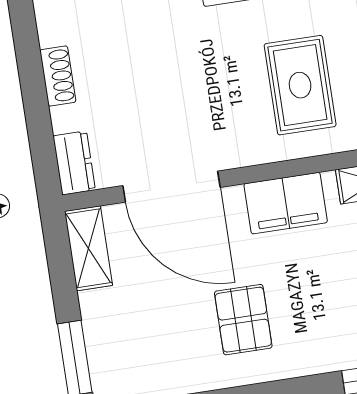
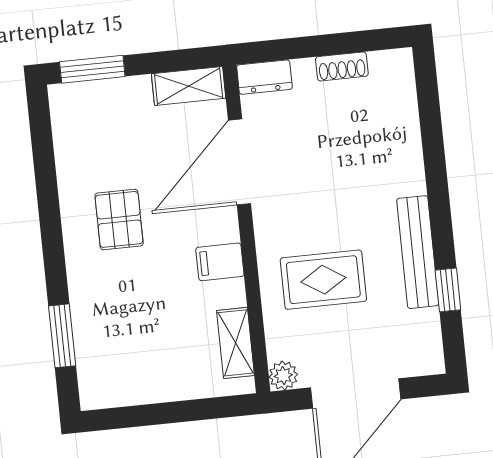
filing cabinet: (286, 203) -> (220, 262), width x0.50
pallet: (243, 320) -> (119, 219), turned 90

